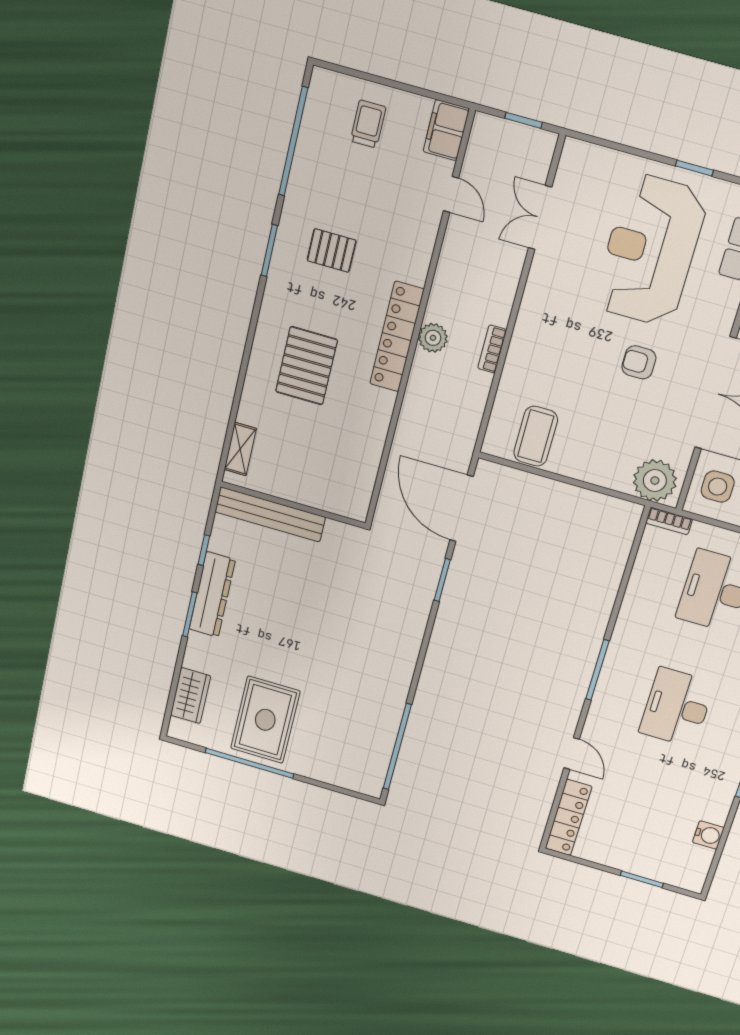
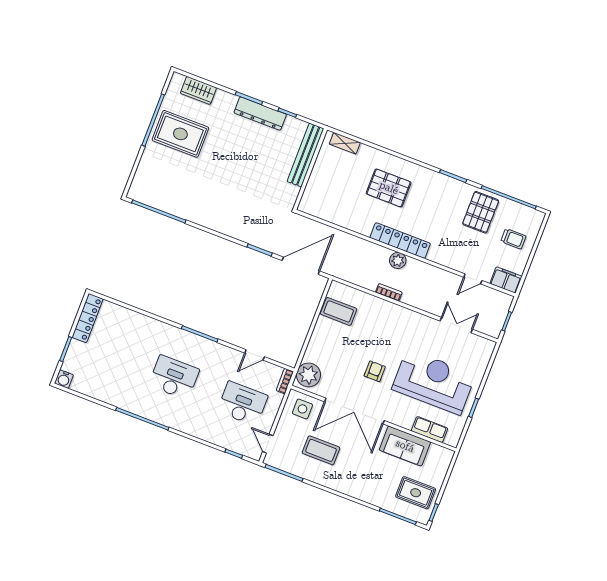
pallet: (332, 250) -> (481, 212), moved, width x1.50, depth x1.42
door: (572, 754) -> (255, 355), moved
locker: (569, 818) -> (88, 318), moved, turned -90
water cooler: (708, 835) -> (64, 379), moved

